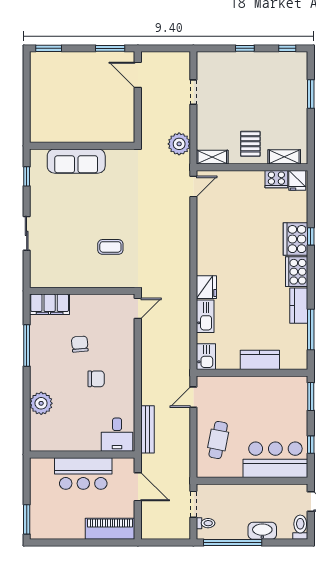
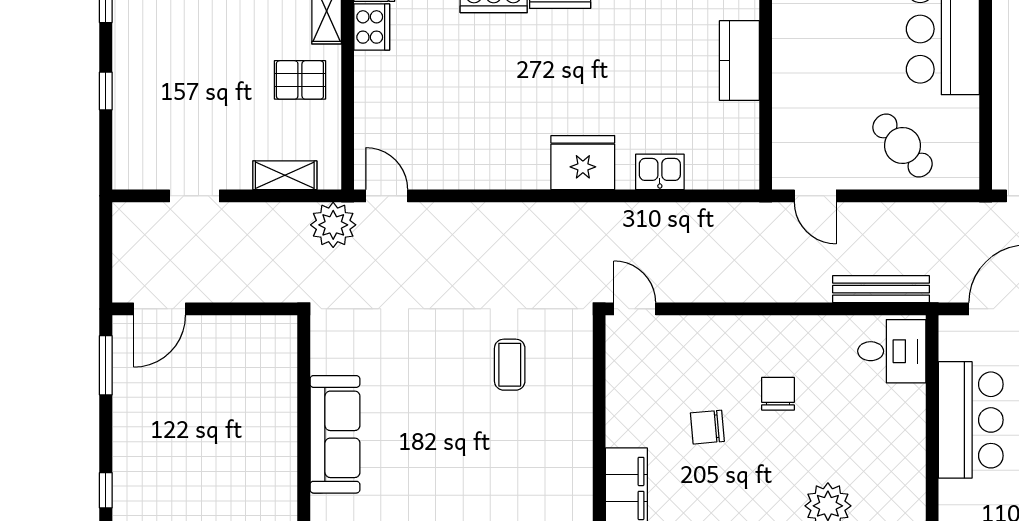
window: (49, 48) -> (106, 490), width x0.67
plant: (179, 144) -> (333, 225), moved
shelving: (212, 157) -> (285, 175), moved, turned 90
fridge: (206, 287) -> (583, 163), width x1.36, depth x1.34
kitchen sink: (205, 316) -> (660, 172), width x0.73
kitchen sink: (206, 357) -> (733, 170), removed
cafe table: (218, 440) -> (903, 146), turned 37

